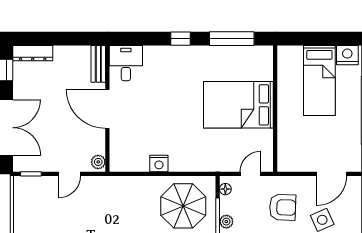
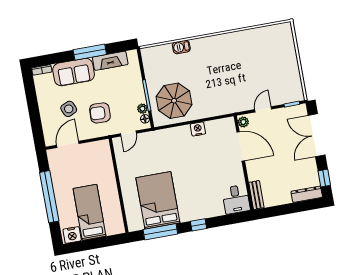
bed: (238, 105) -> (158, 200), moved, turned -90
door: (107, 109) -> (241, 146), moved
plant: (226, 222) -> (142, 109), moved

